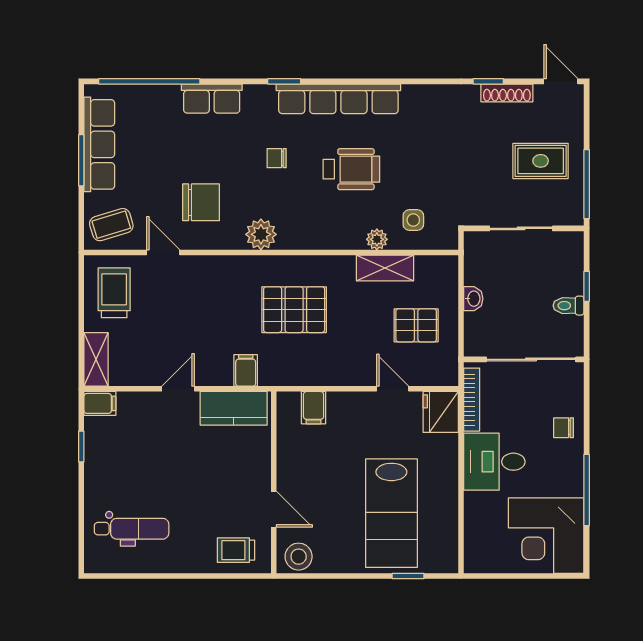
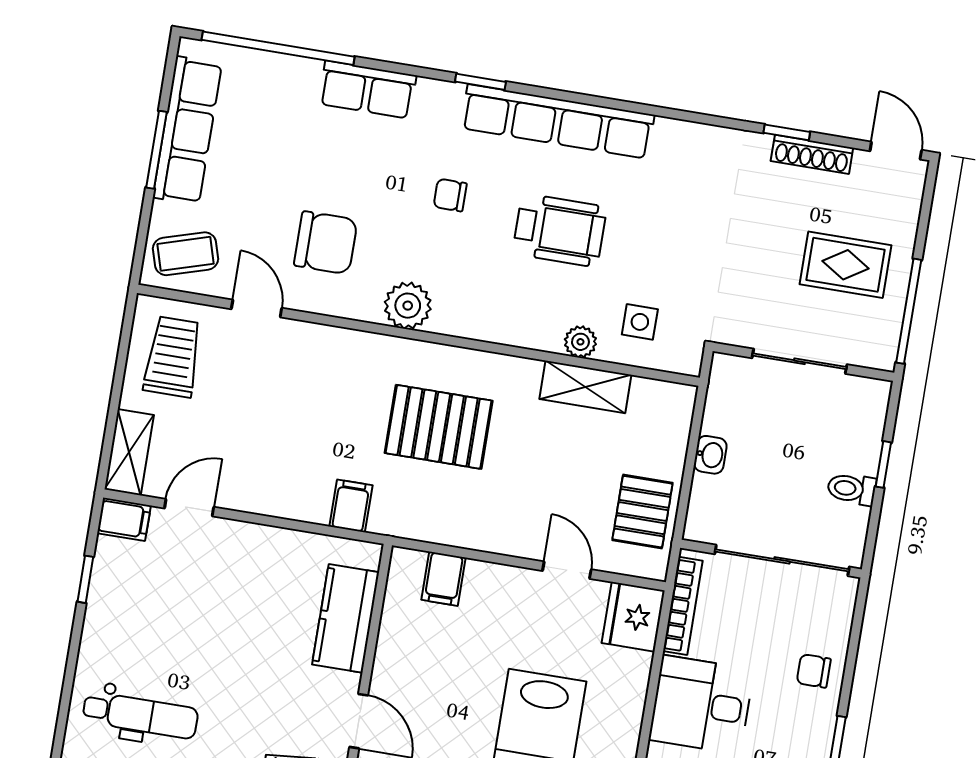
pallet: (416, 325) -> (642, 512), moved, turned 90
door: (178, 389) -> (189, 508), moved
kitchen counter: (234, 408) -> (346, 618), moved, turned 90

